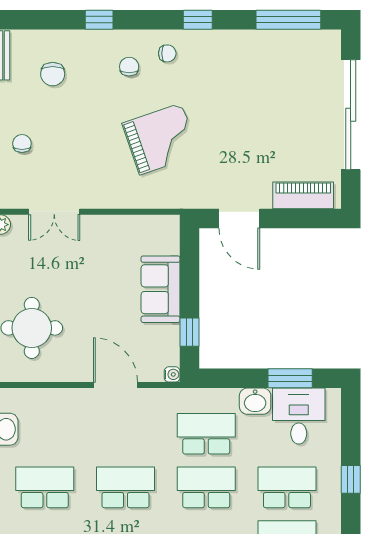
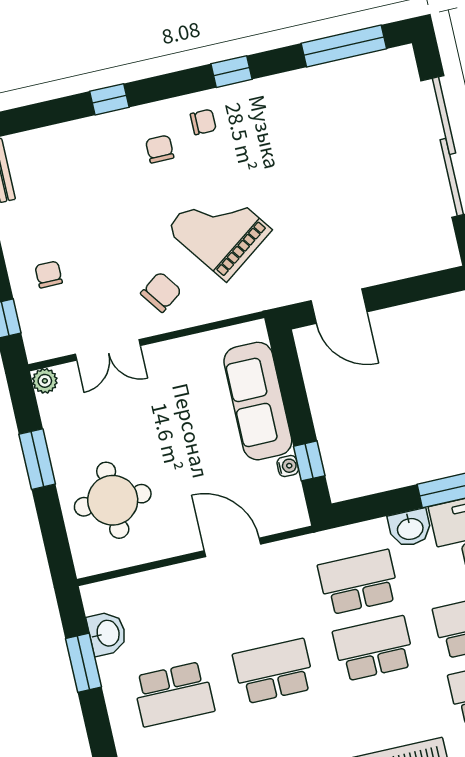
chair: (53, 74) -> (161, 292), moved, turned -126
grand piano: (161, 139) -> (219, 230), turned -107
piano: (303, 195) -> (412, 260), removed
sofa: (161, 289) -> (258, 401), width x1.36
water cooler: (172, 374) -> (288, 466), moved
school desk: (45, 487) -> (174, 694), turned 180

